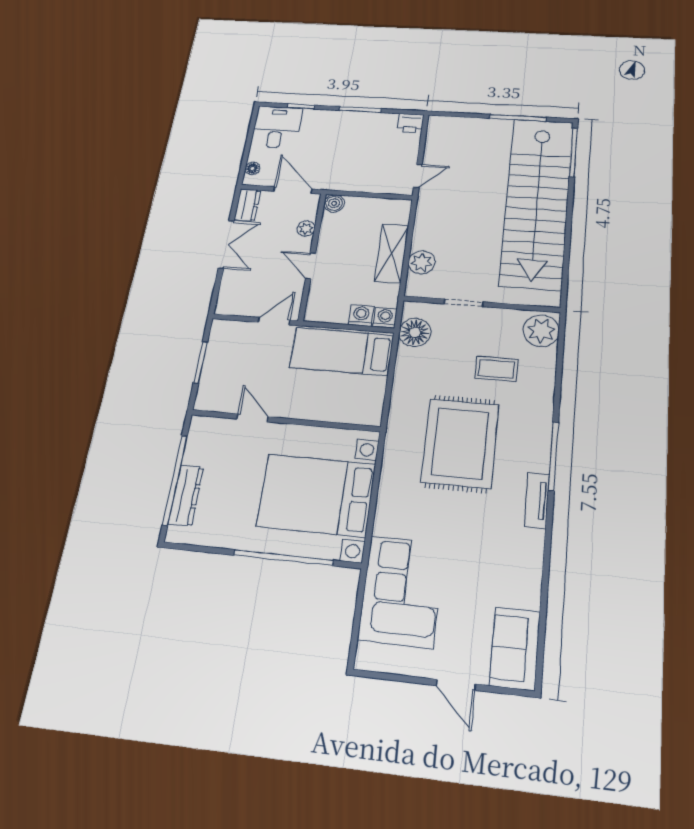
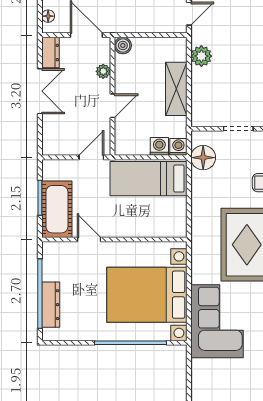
plant: (422, 262) -> (201, 56), moved
door: (310, 266) -> (112, 106), swing flipped
cot: (219, 378) -> (57, 209), added
corner sofa: (401, 591) -> (217, 321), moved

